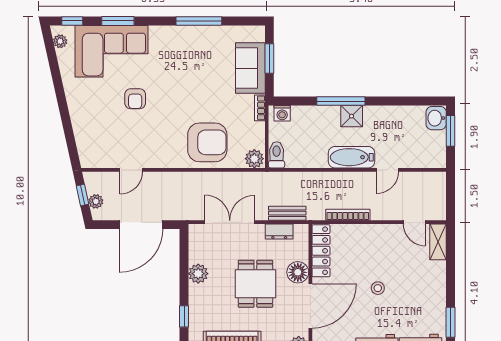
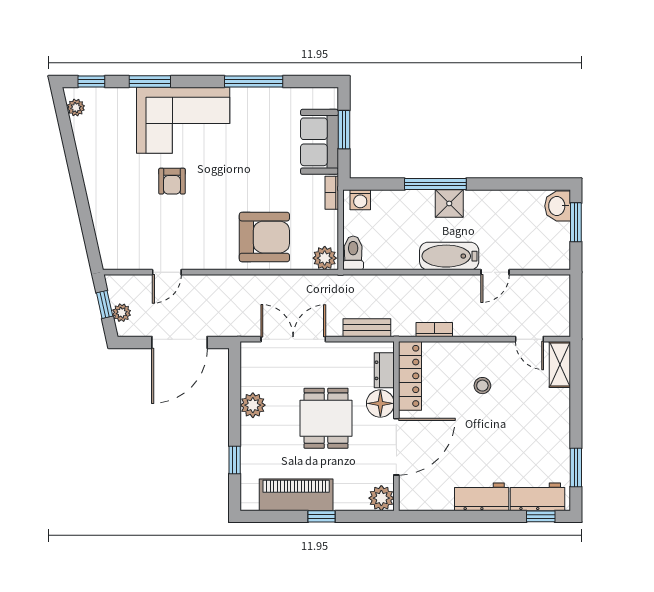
corner sofa: (111, 51) -> (183, 120), moved
bookcase: (348, 215) -> (434, 330), width x0.64
dresser: (279, 231) -> (384, 370), moved, turned 90
stool: (378, 288) -> (482, 386), moved

